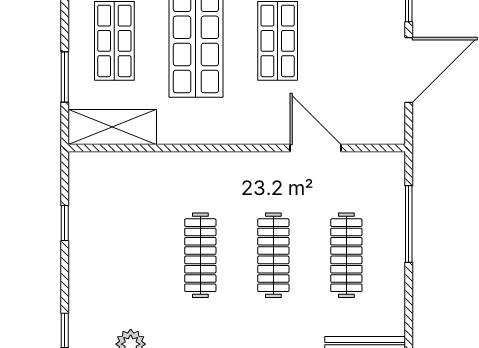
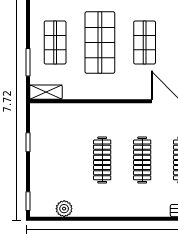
shelving: (112, 127) -> (46, 92), width x0.67, depth x0.75

